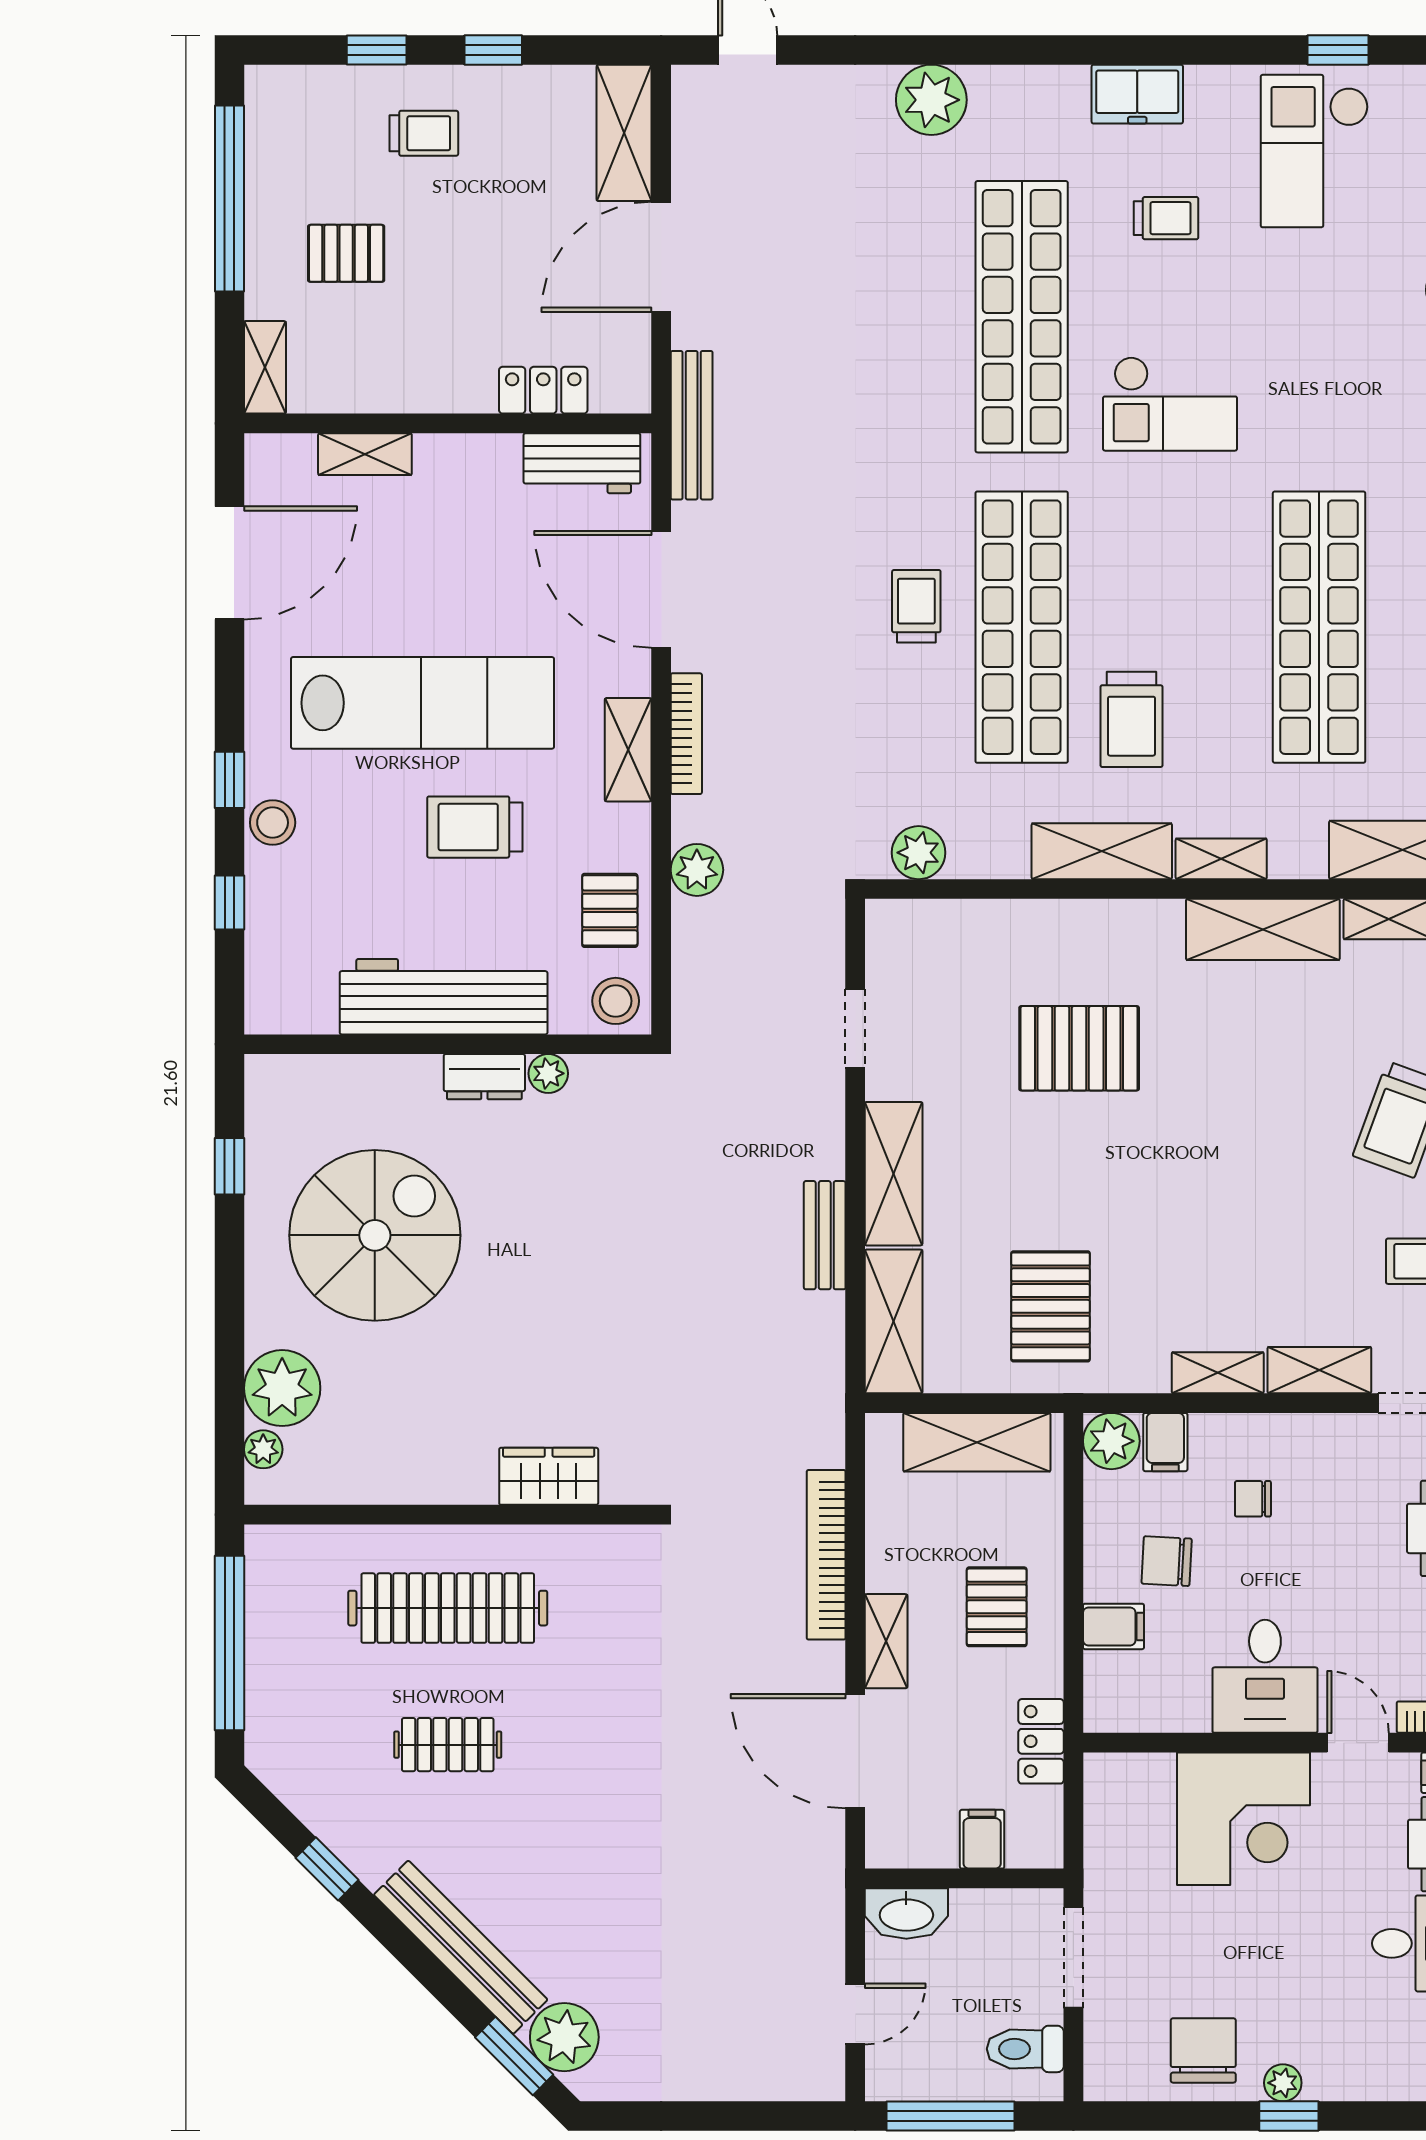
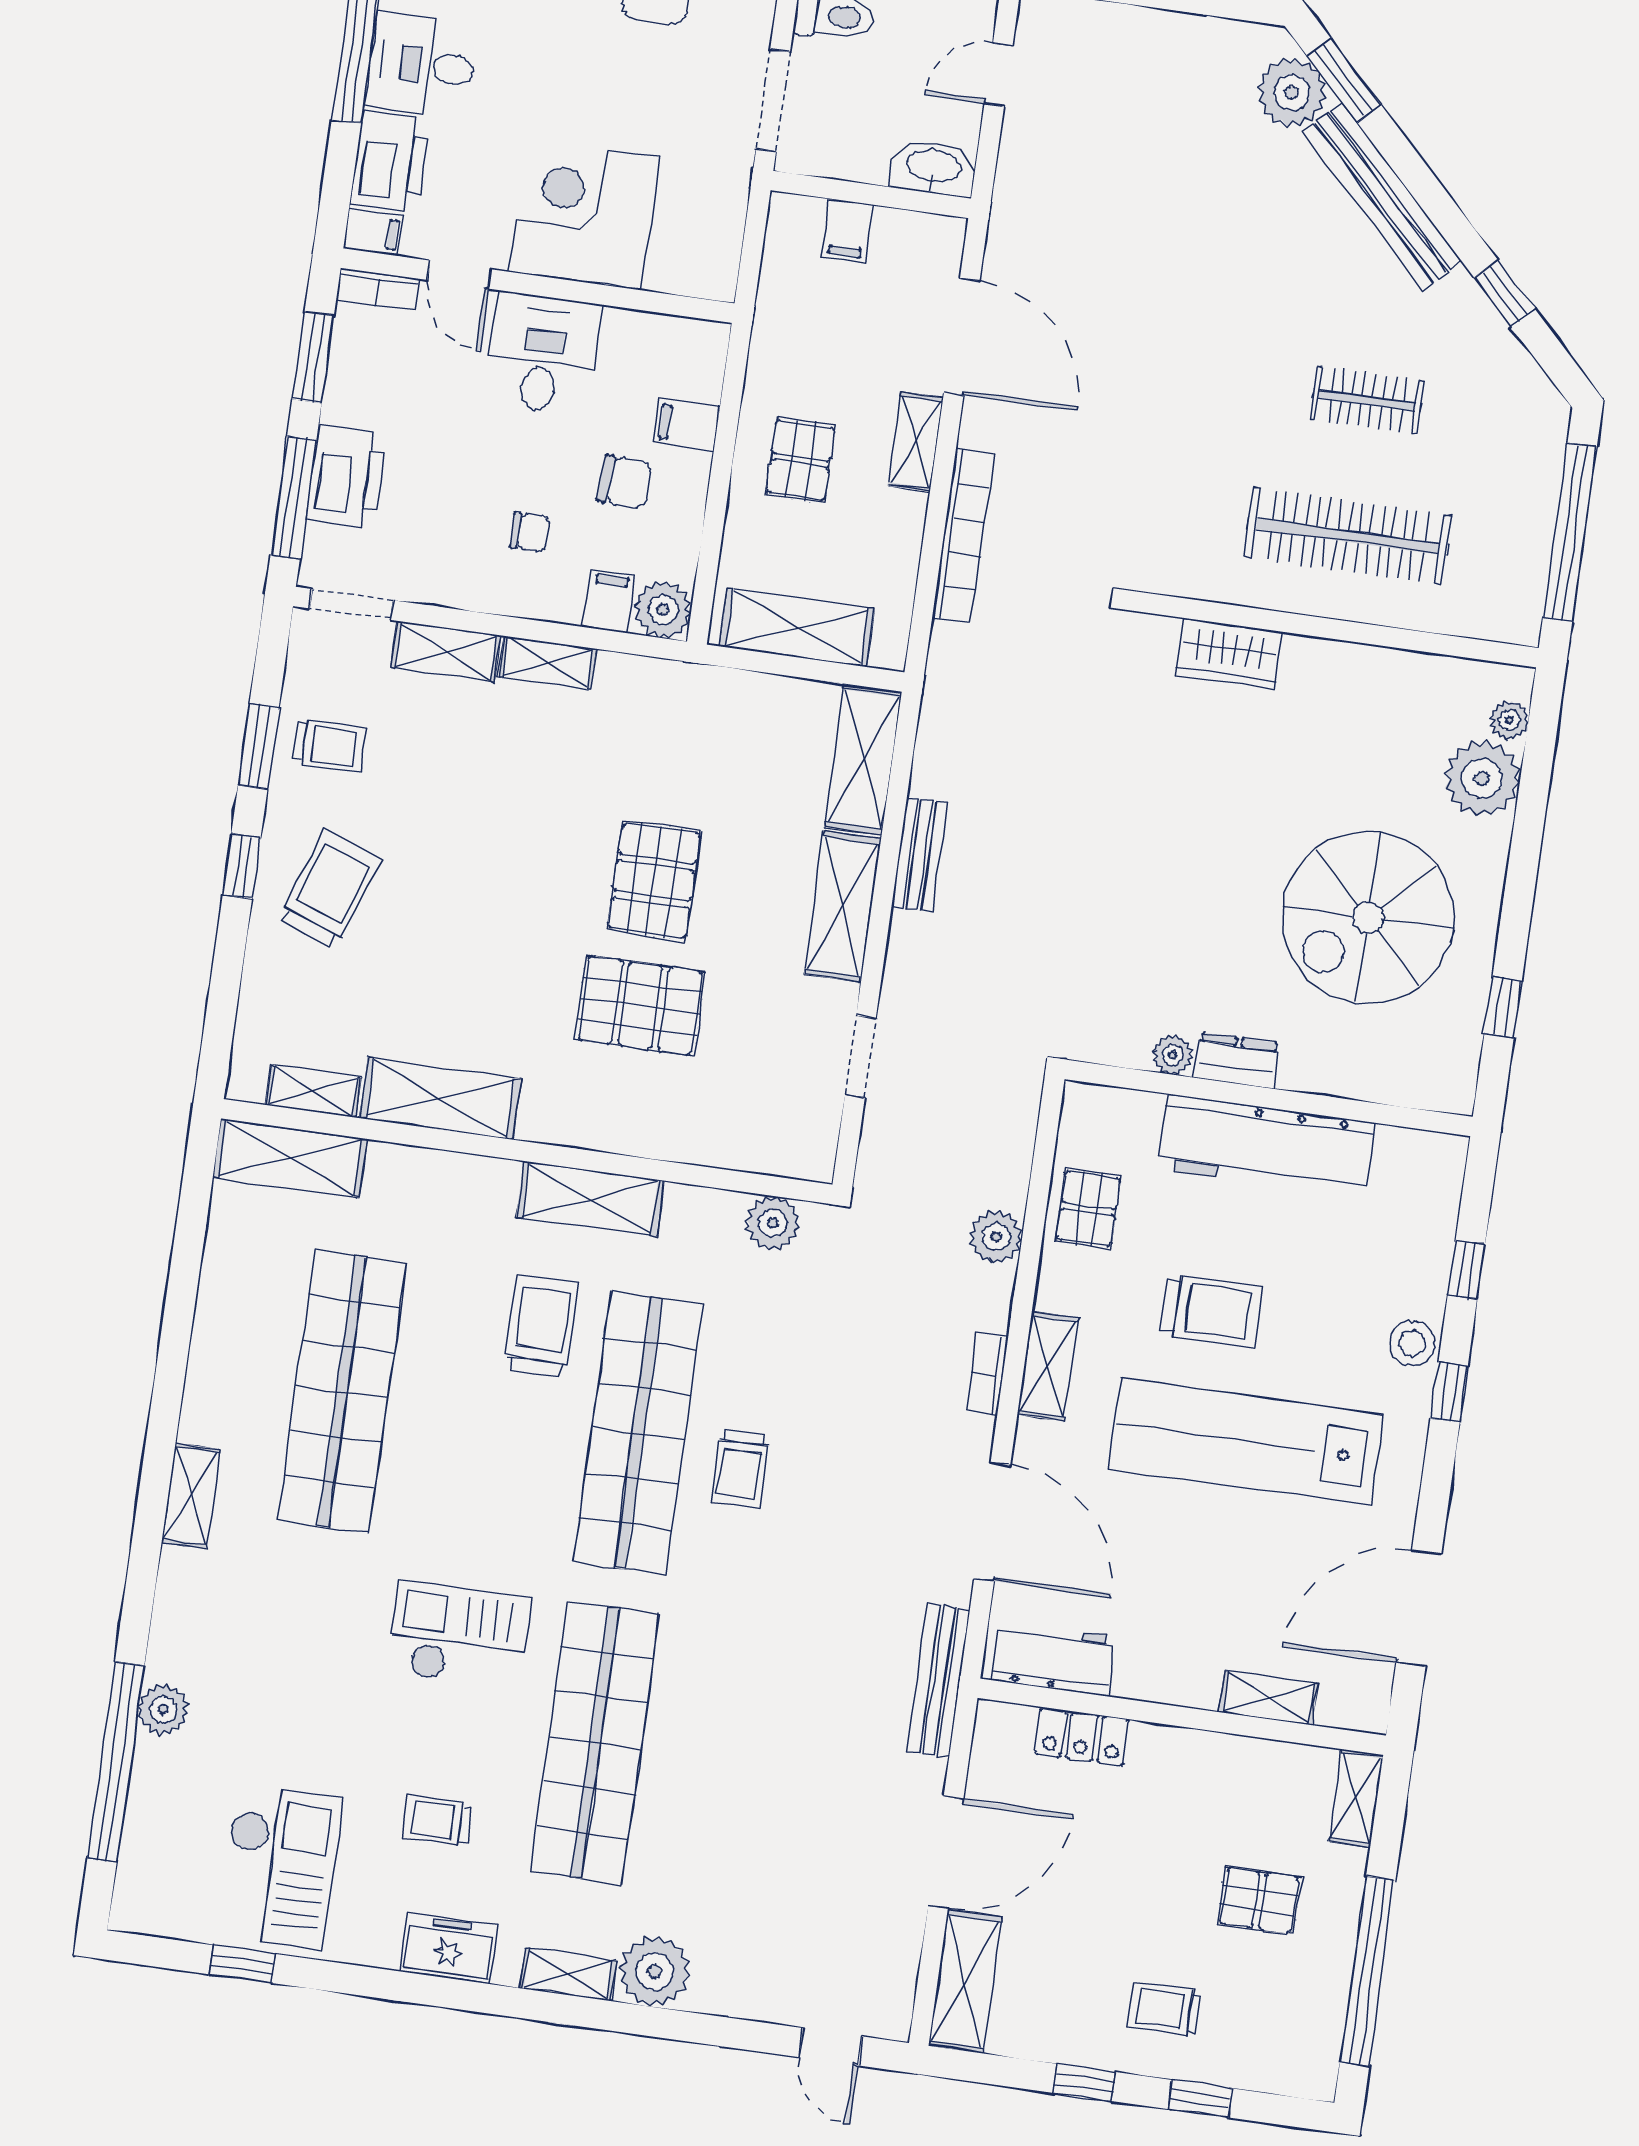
bookcase: (686, 734) -> (987, 1374), width x0.64
shelving: (1221, 859) -> (568, 1974), moved
stool: (616, 1001) -> (1095, 1118), removed
pallet: (1051, 1306) -> (654, 880), moved
locker: (1041, 1741) -> (775, 320), removed

